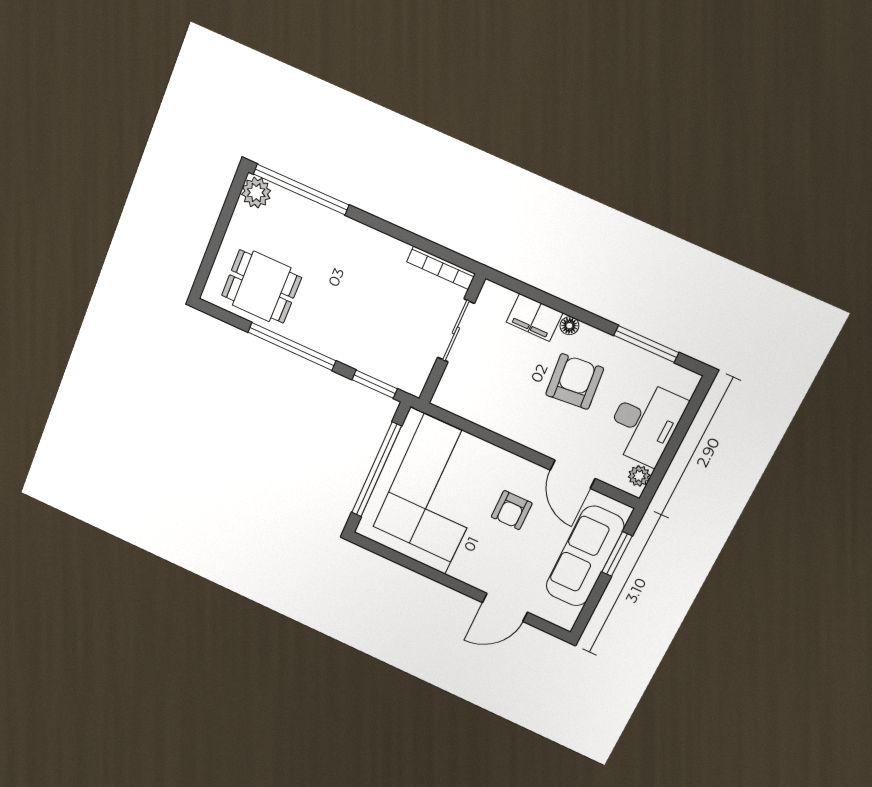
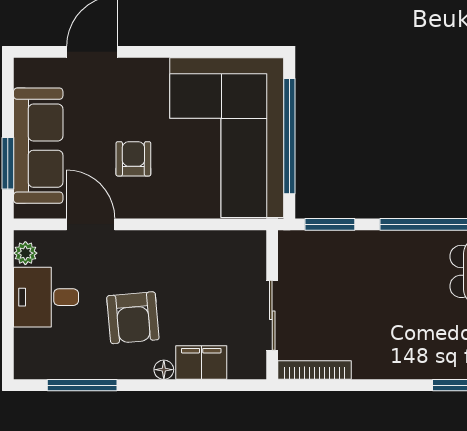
desk: (645, 423) -> (46, 297), width x0.73

